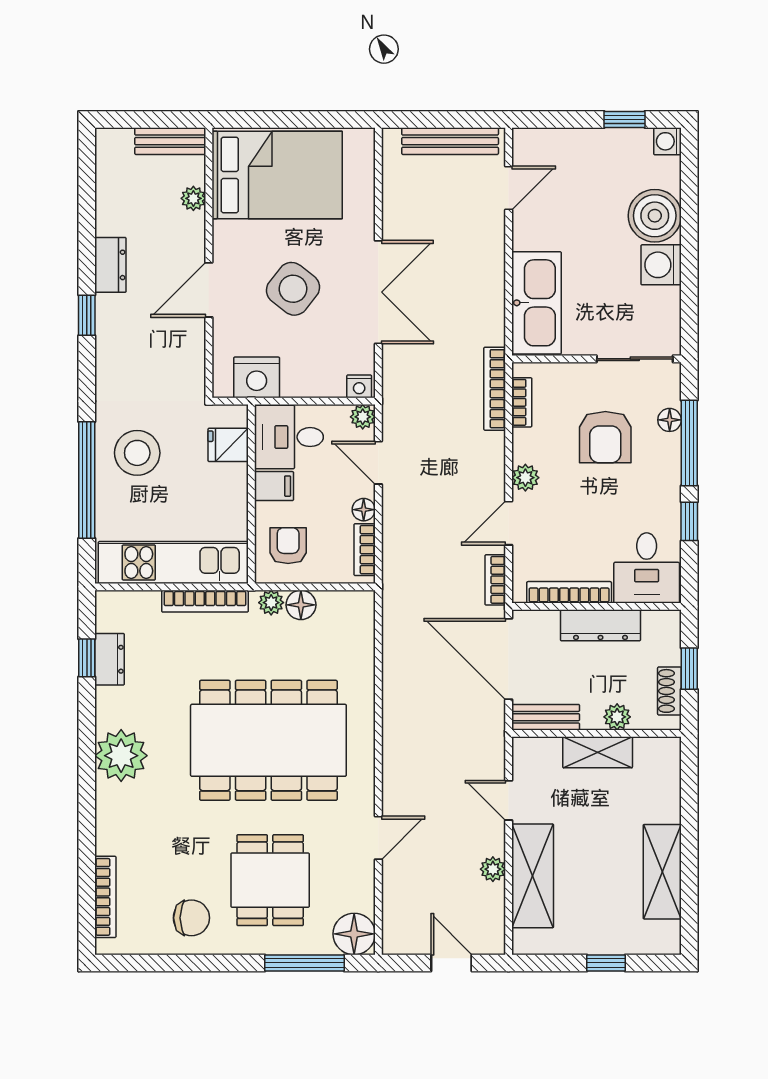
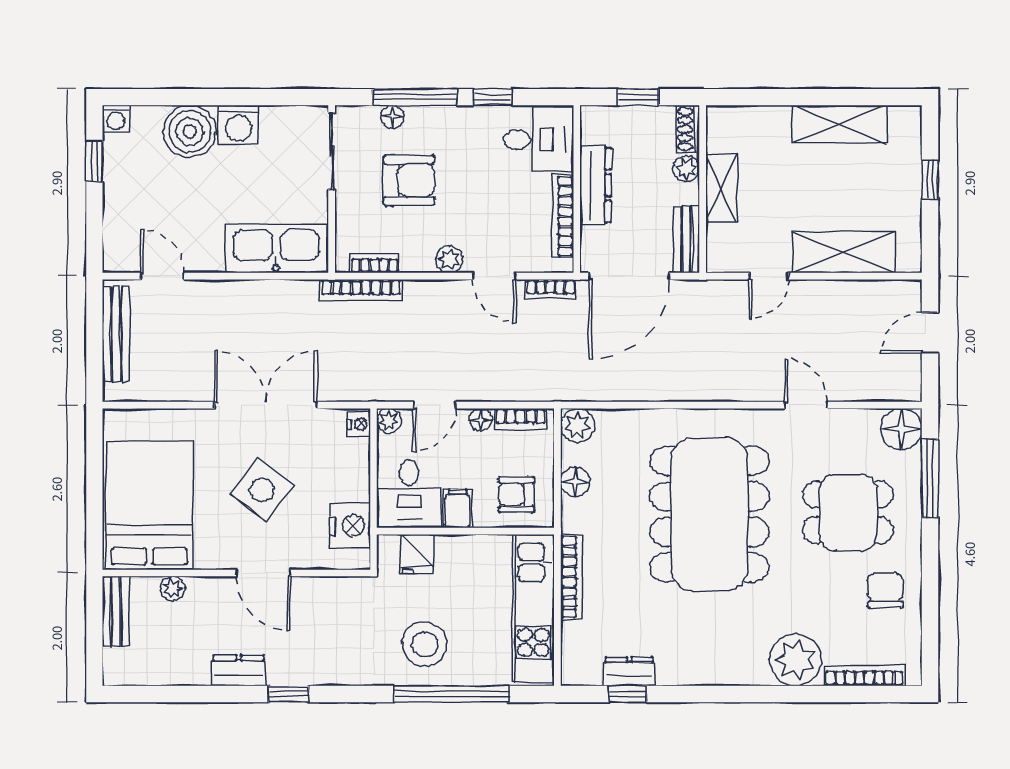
plant: (271, 603) -> (578, 425), moved, width x1.38, depth x1.38
shoe rack: (669, 691) -> (688, 129), moved, turned 90
plant: (121, 756) -> (796, 660), moved
plant: (493, 869) -> (837, 292), removed

